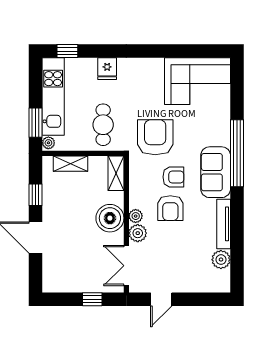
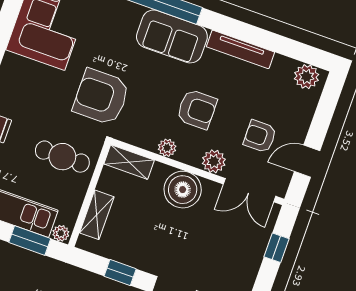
armchair: (173, 177) -> (260, 136), moved, turned -90
plant: (136, 216) -> (167, 148), moved
plant: (221, 260) -> (307, 77), moved
door: (161, 299) -> (307, 161), swing flipped

